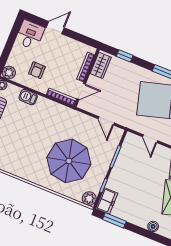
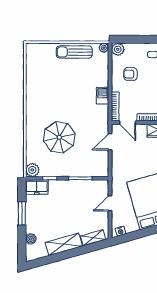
barbecue: (28, 97) -> (103, 96), moved
door: (106, 121) -> (110, 142), moved
parasol: (69, 161) -> (59, 137), width x0.73, depth x0.73
window: (114, 220) -> (22, 213), moved

